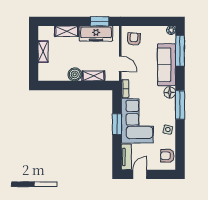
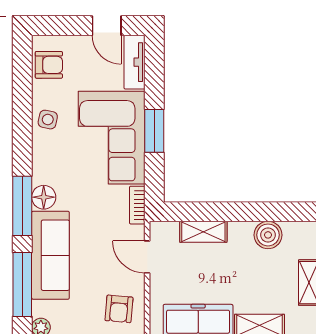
boiler: (75, 74) -> (268, 235), moved
window: (180, 105) -> (22, 206), moved
door: (140, 174) -> (107, 26), hinge flipped

